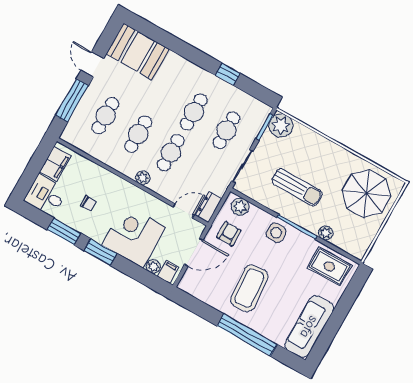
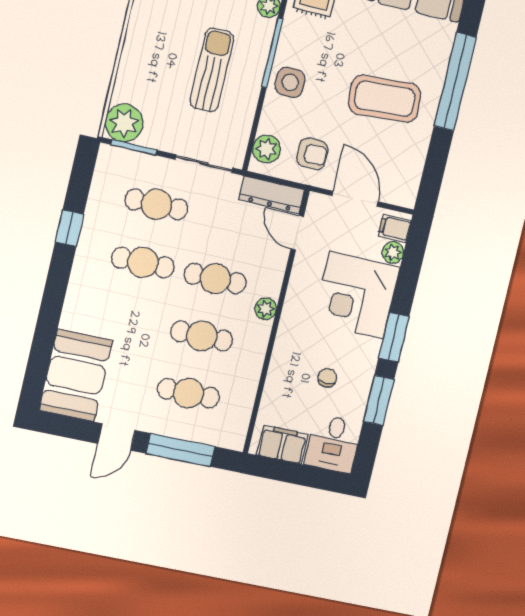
dresser: (208, 207) -> (272, 195), width x1.44
armchair: (229, 234) -> (312, 154), turned 180

